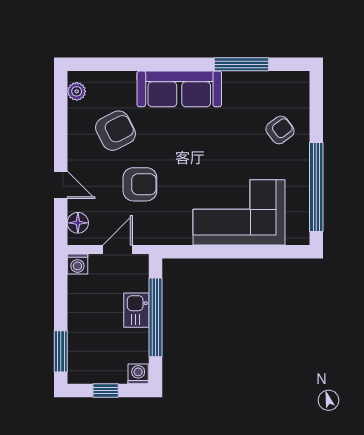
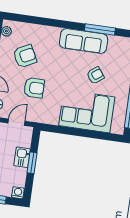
sofa: (179, 89) -> (84, 41), moved
armchair: (280, 130) -> (95, 75), moved
window: (155, 317) -> (32, 163), width x0.47

